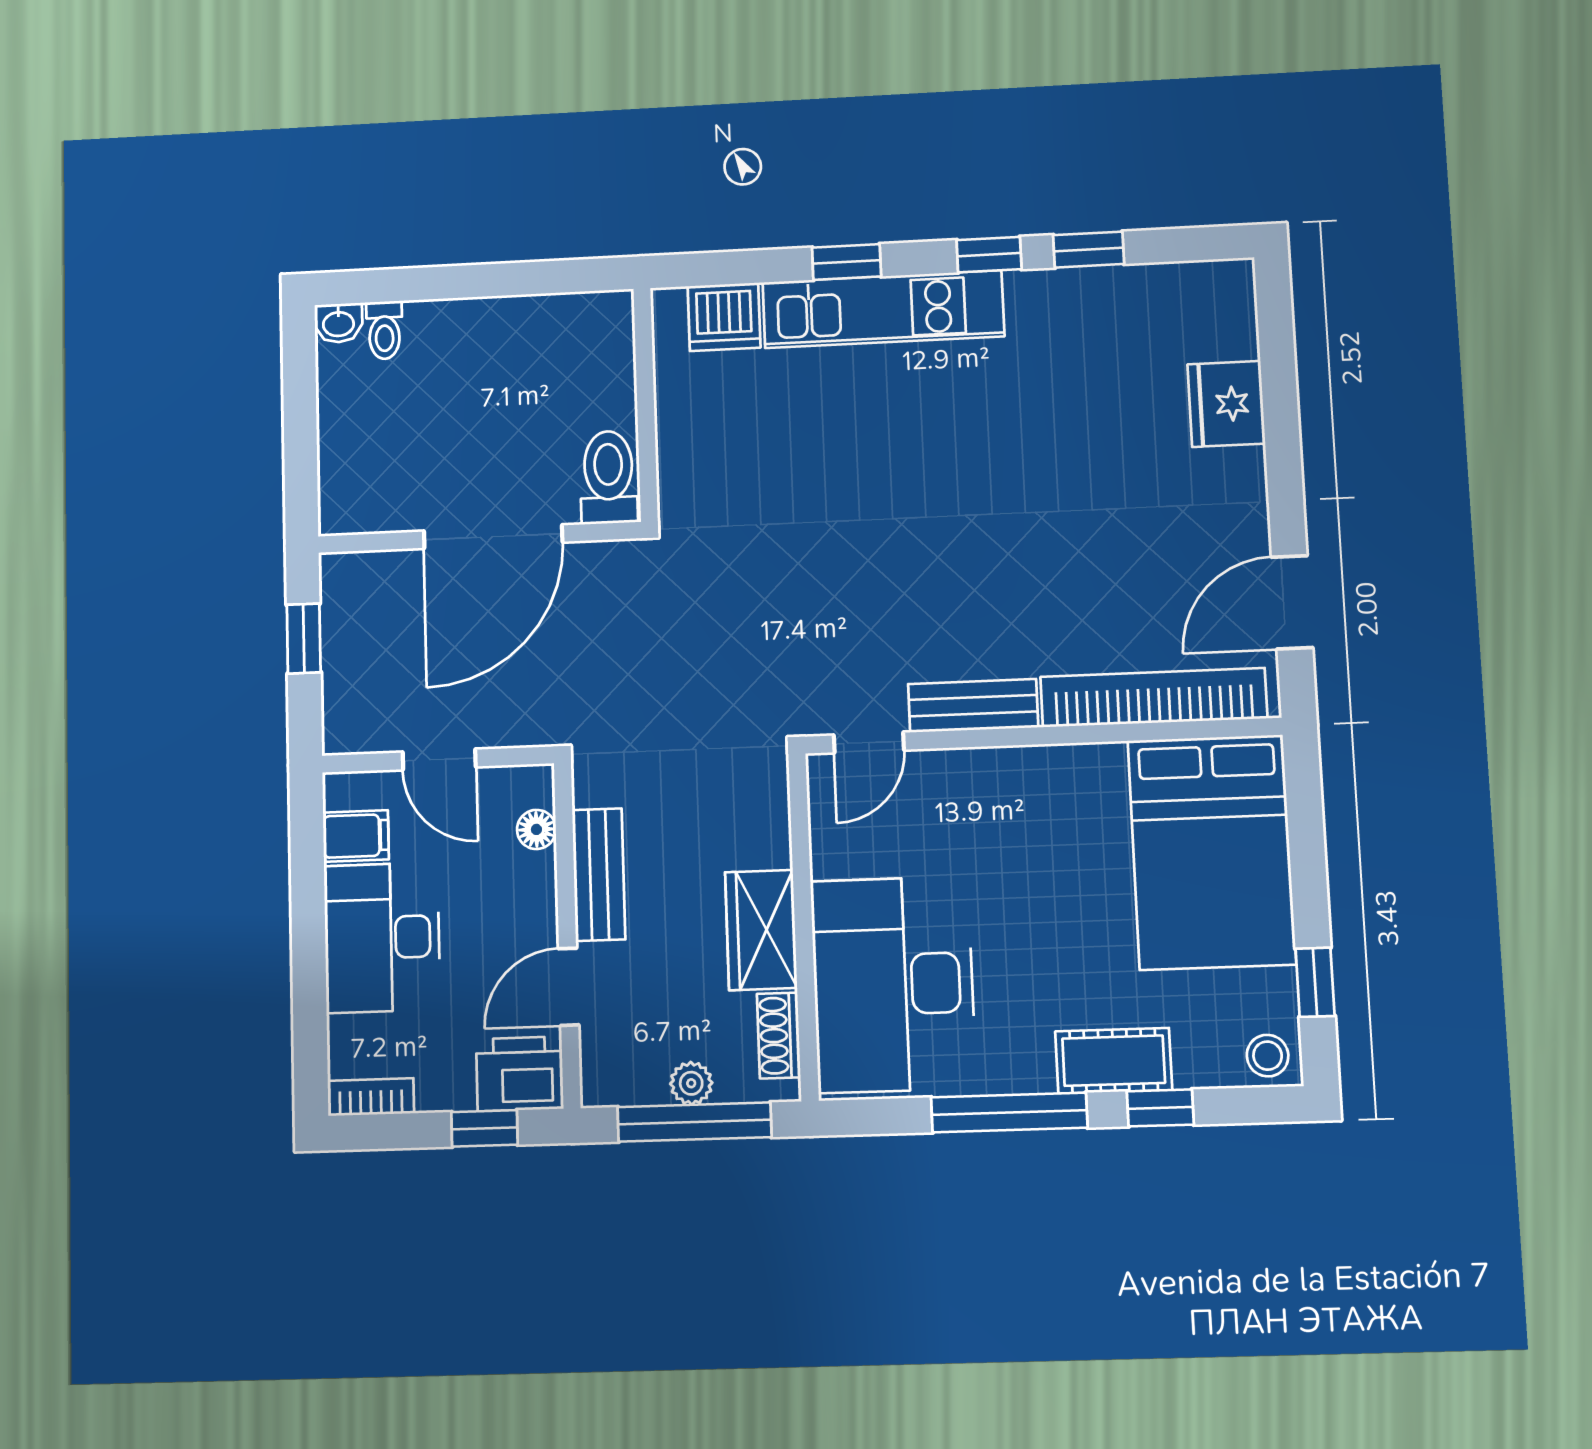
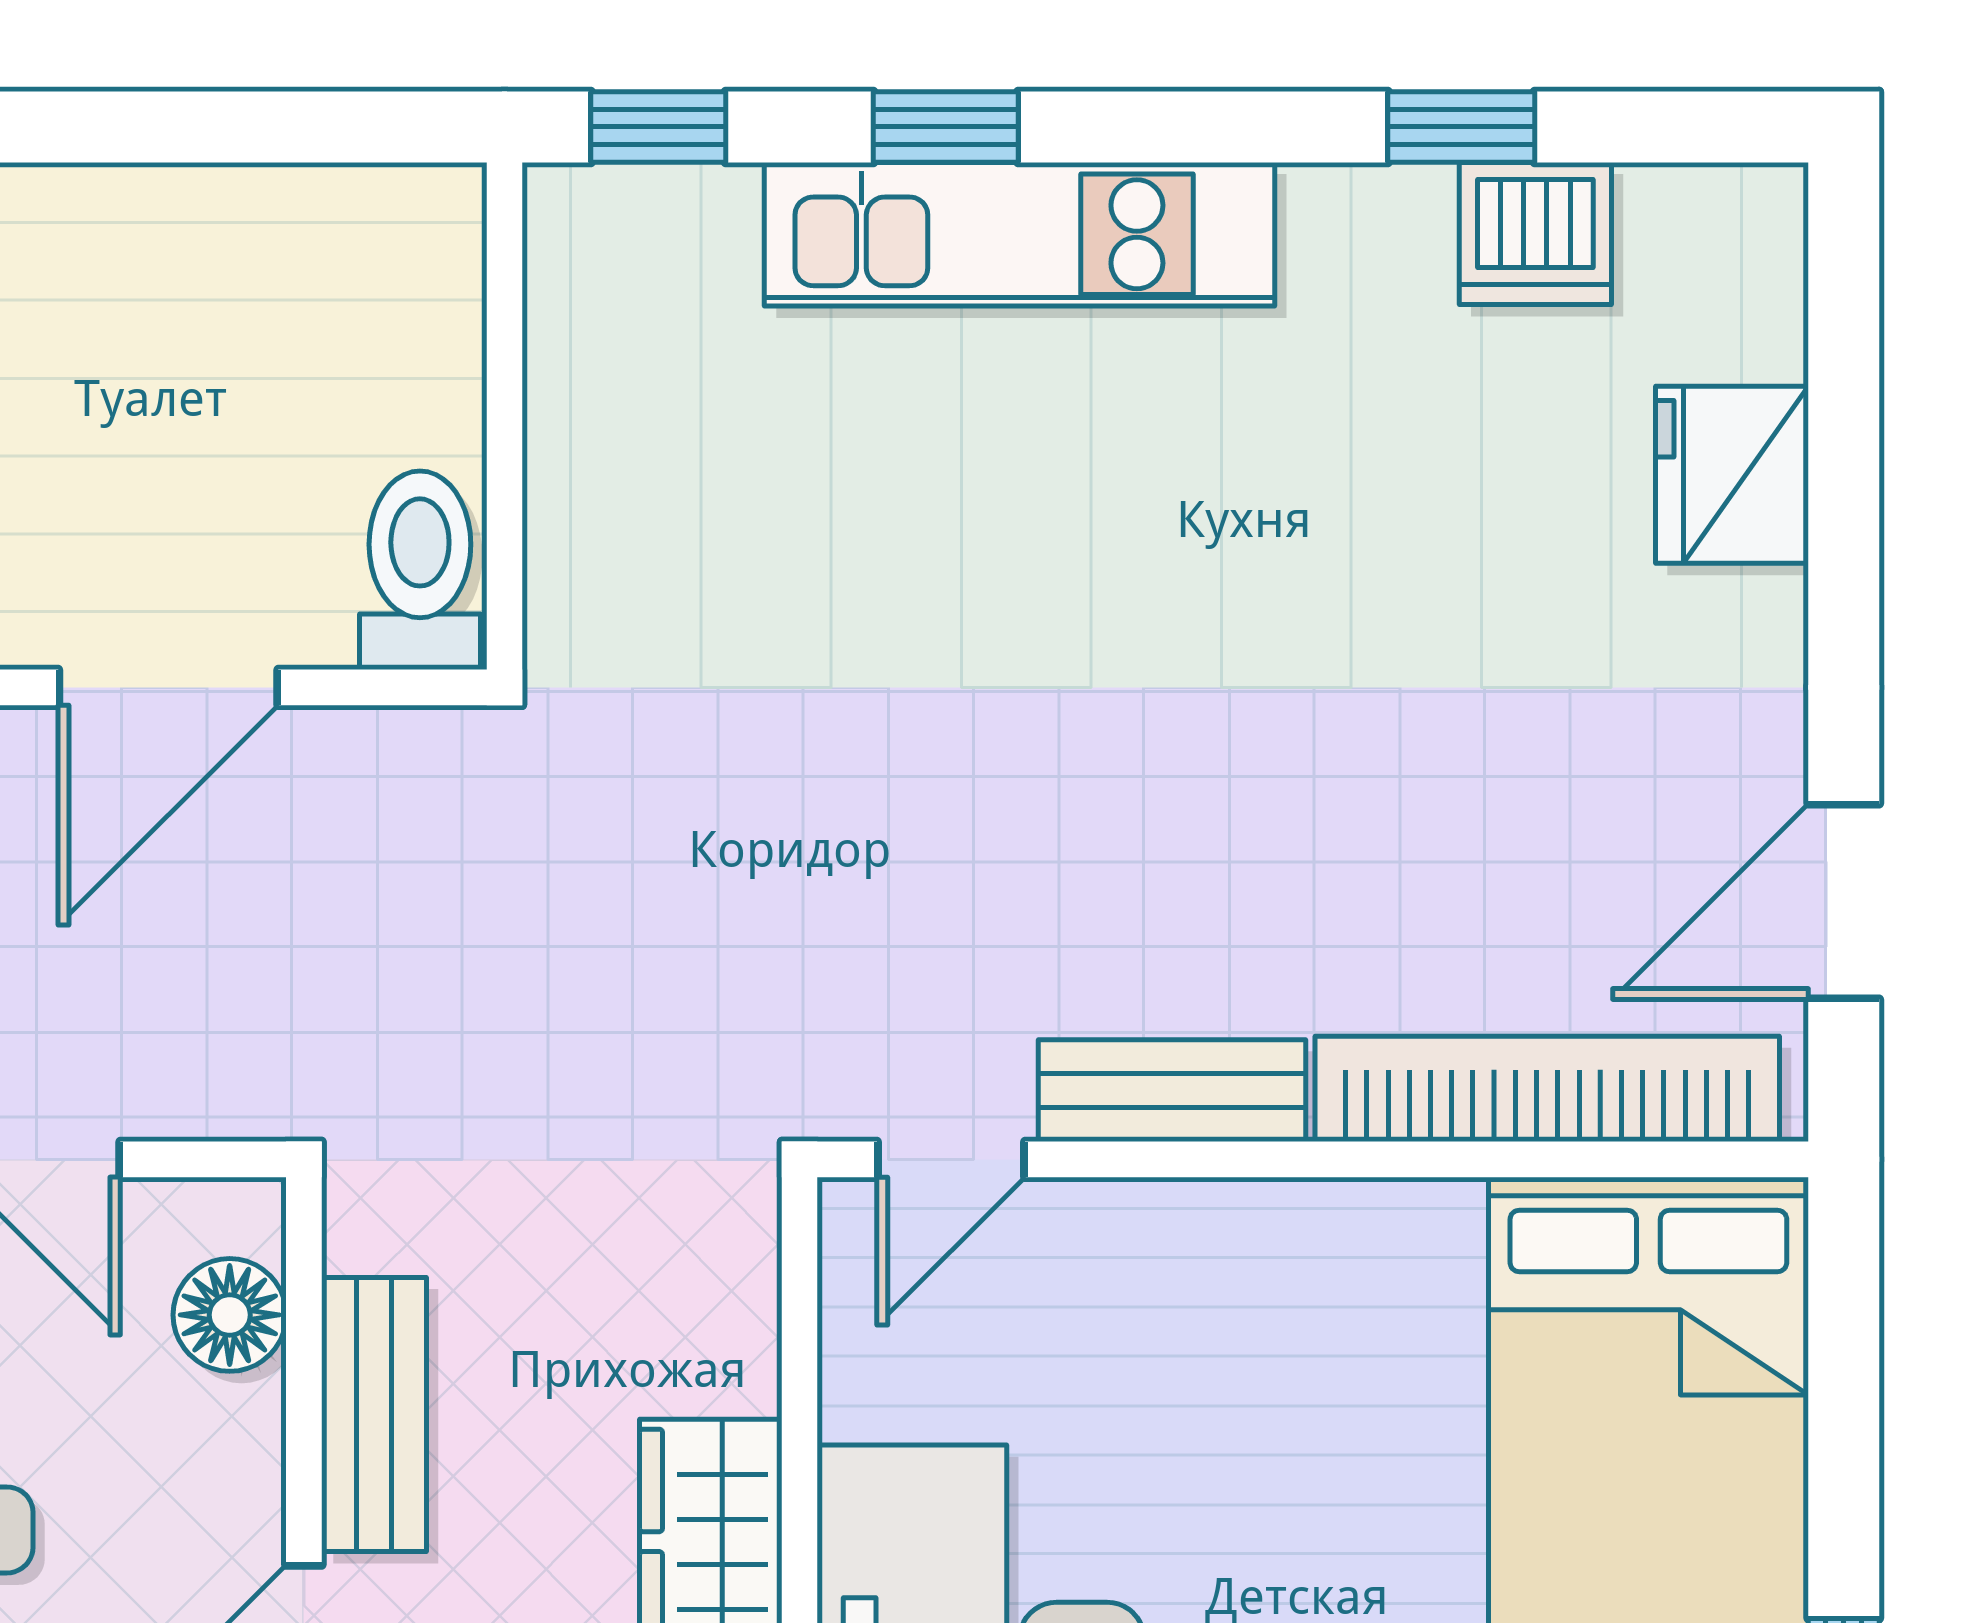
window: (989, 255) -> (658, 127), moved
dishwasher: (724, 317) -> (1535, 233), moved
door: (493, 537) -> (168, 687), width x0.73
floor lamp: (536, 829) -> (230, 1315), width x1.37, depth x1.37

